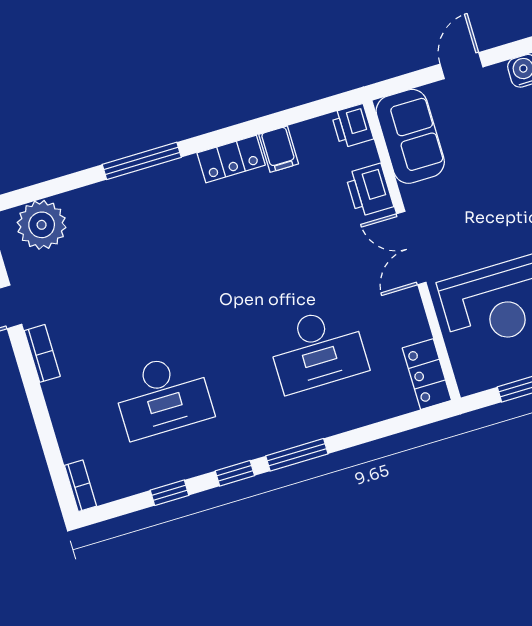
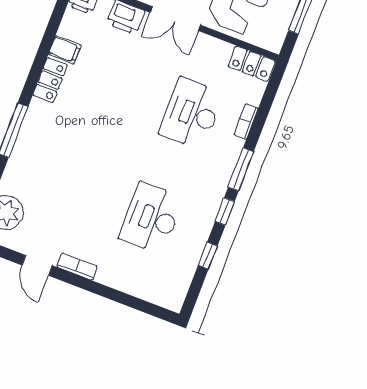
desk: (317, 350) -> (192, 113), turned 180
desk: (163, 396) -> (151, 218), turned 180
bookcase: (80, 486) -> (246, 121), moved, turned -90

